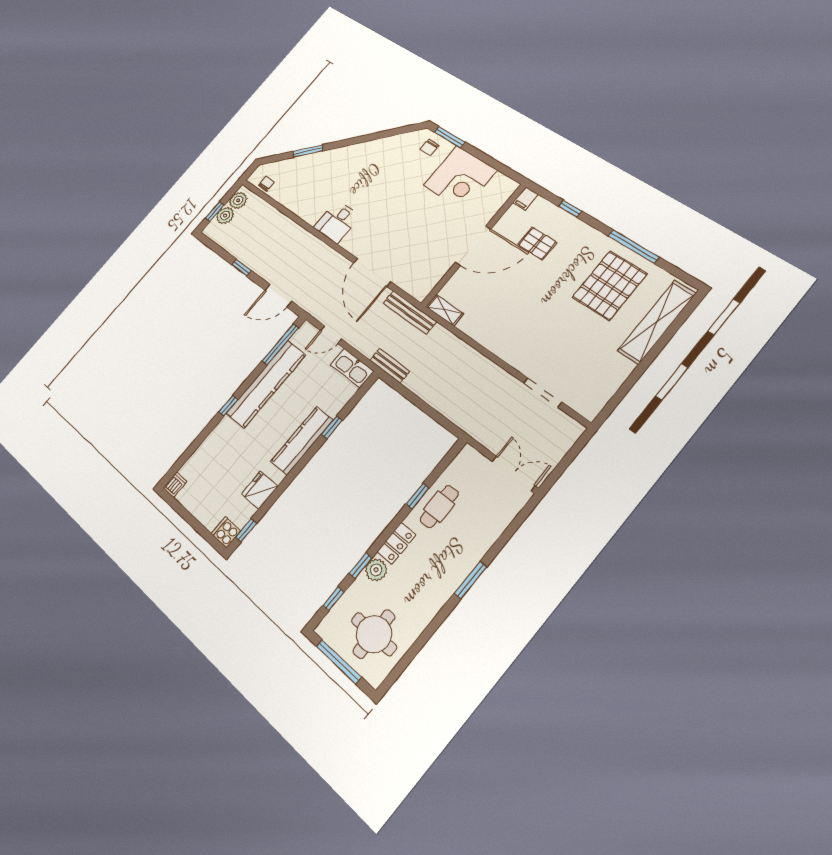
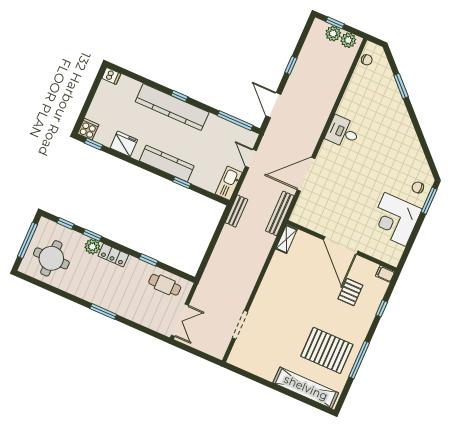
kitchen counter: (266, 384) -> (172, 107), moved
cafe table: (439, 507) -> (165, 285), moved

